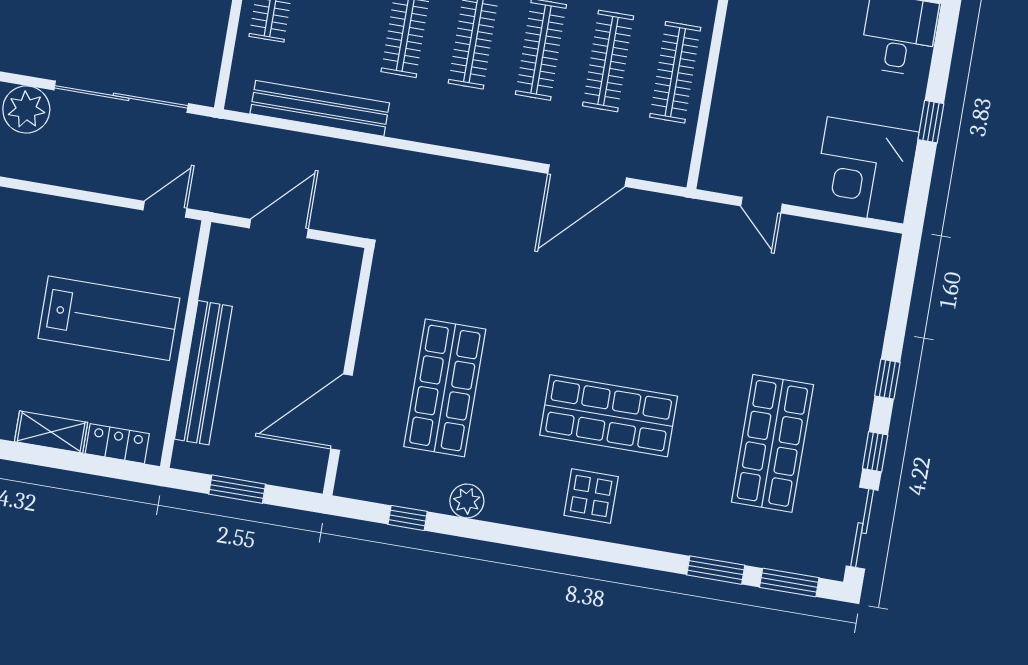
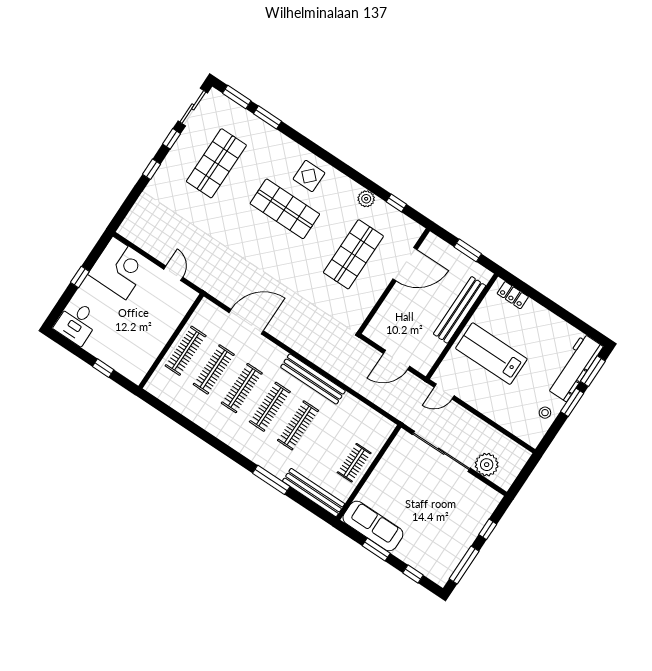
bench: (320, 108) -> (313, 379), moved
shelving: (51, 432) -> (540, 314), removed

